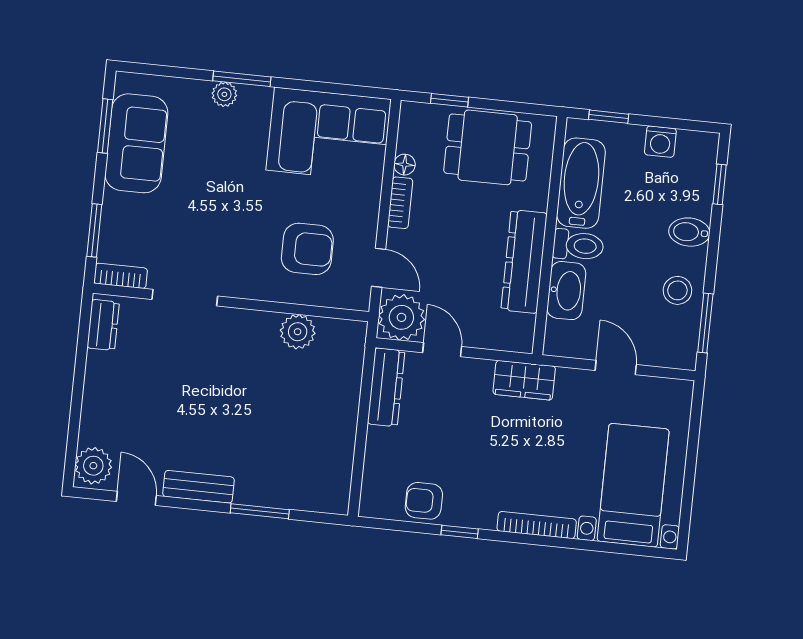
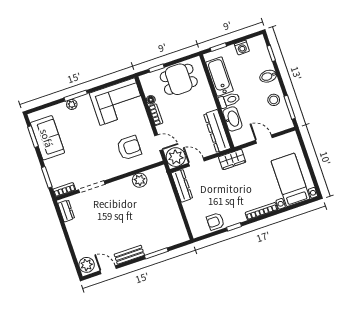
dresser: (524, 262) -> (217, 131), moved

